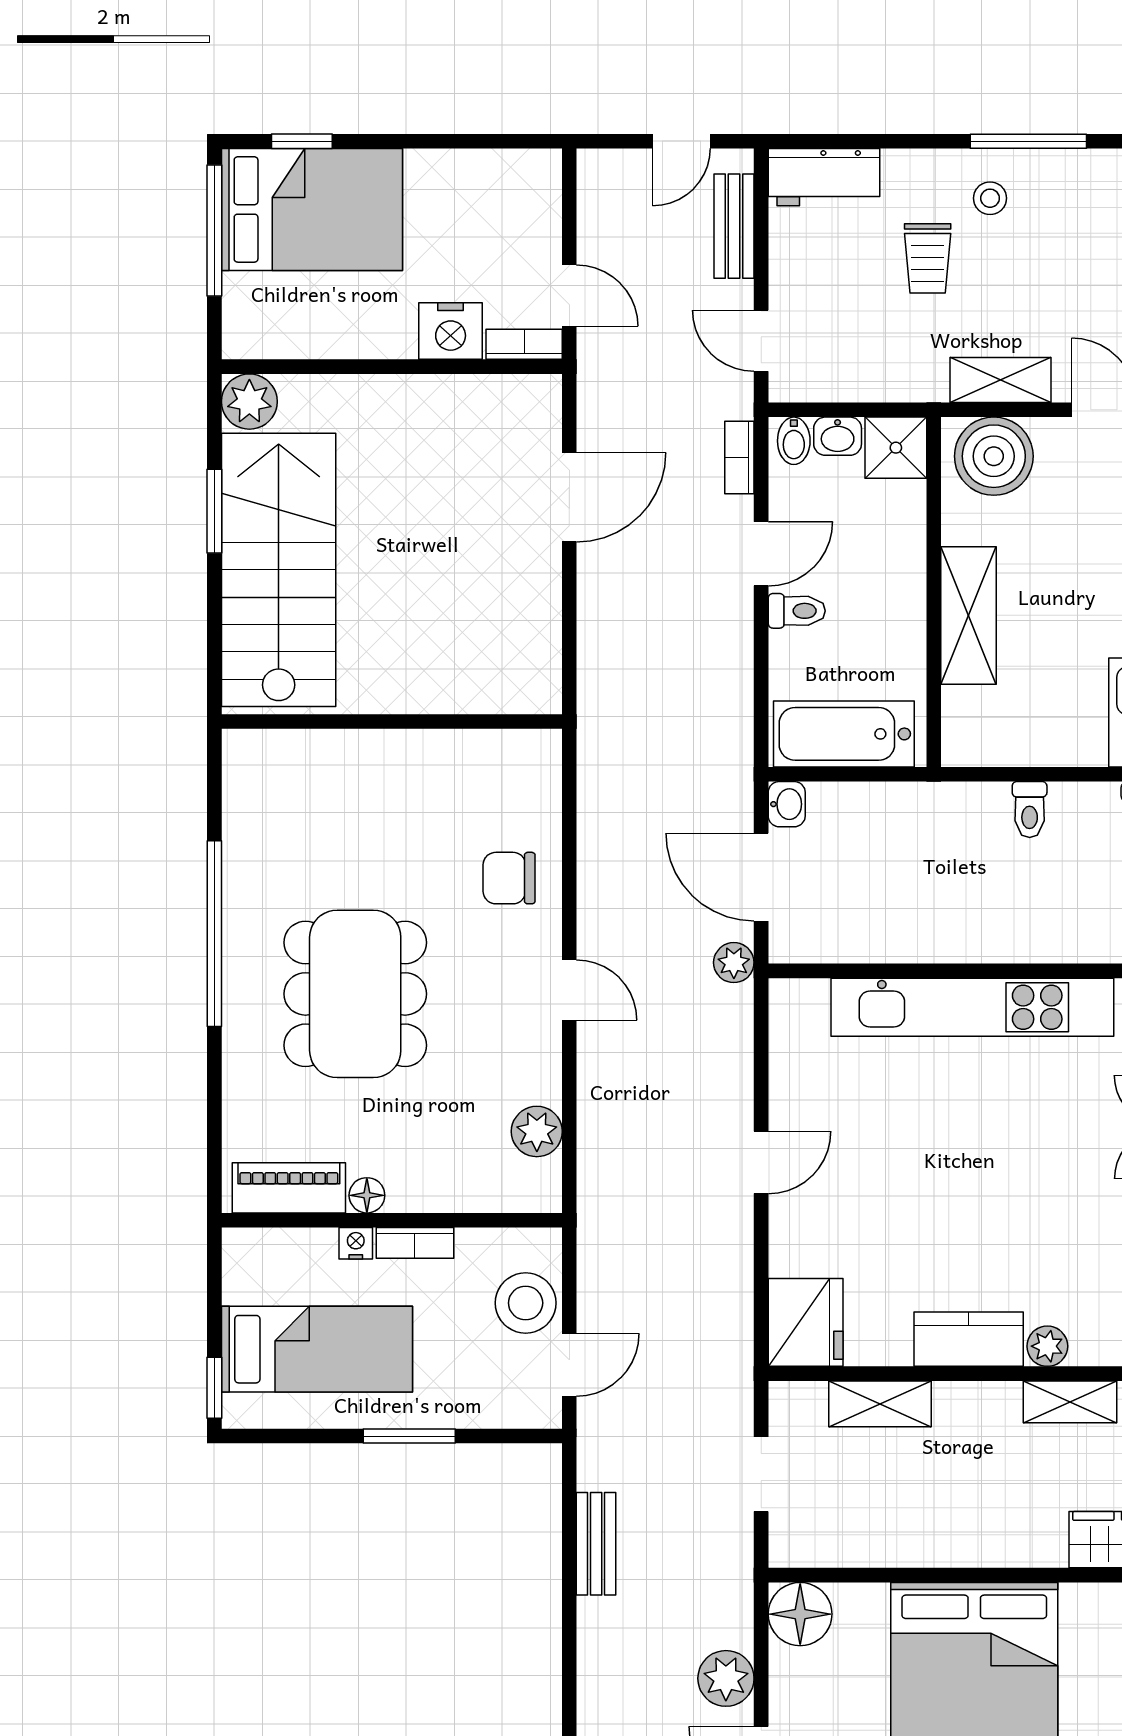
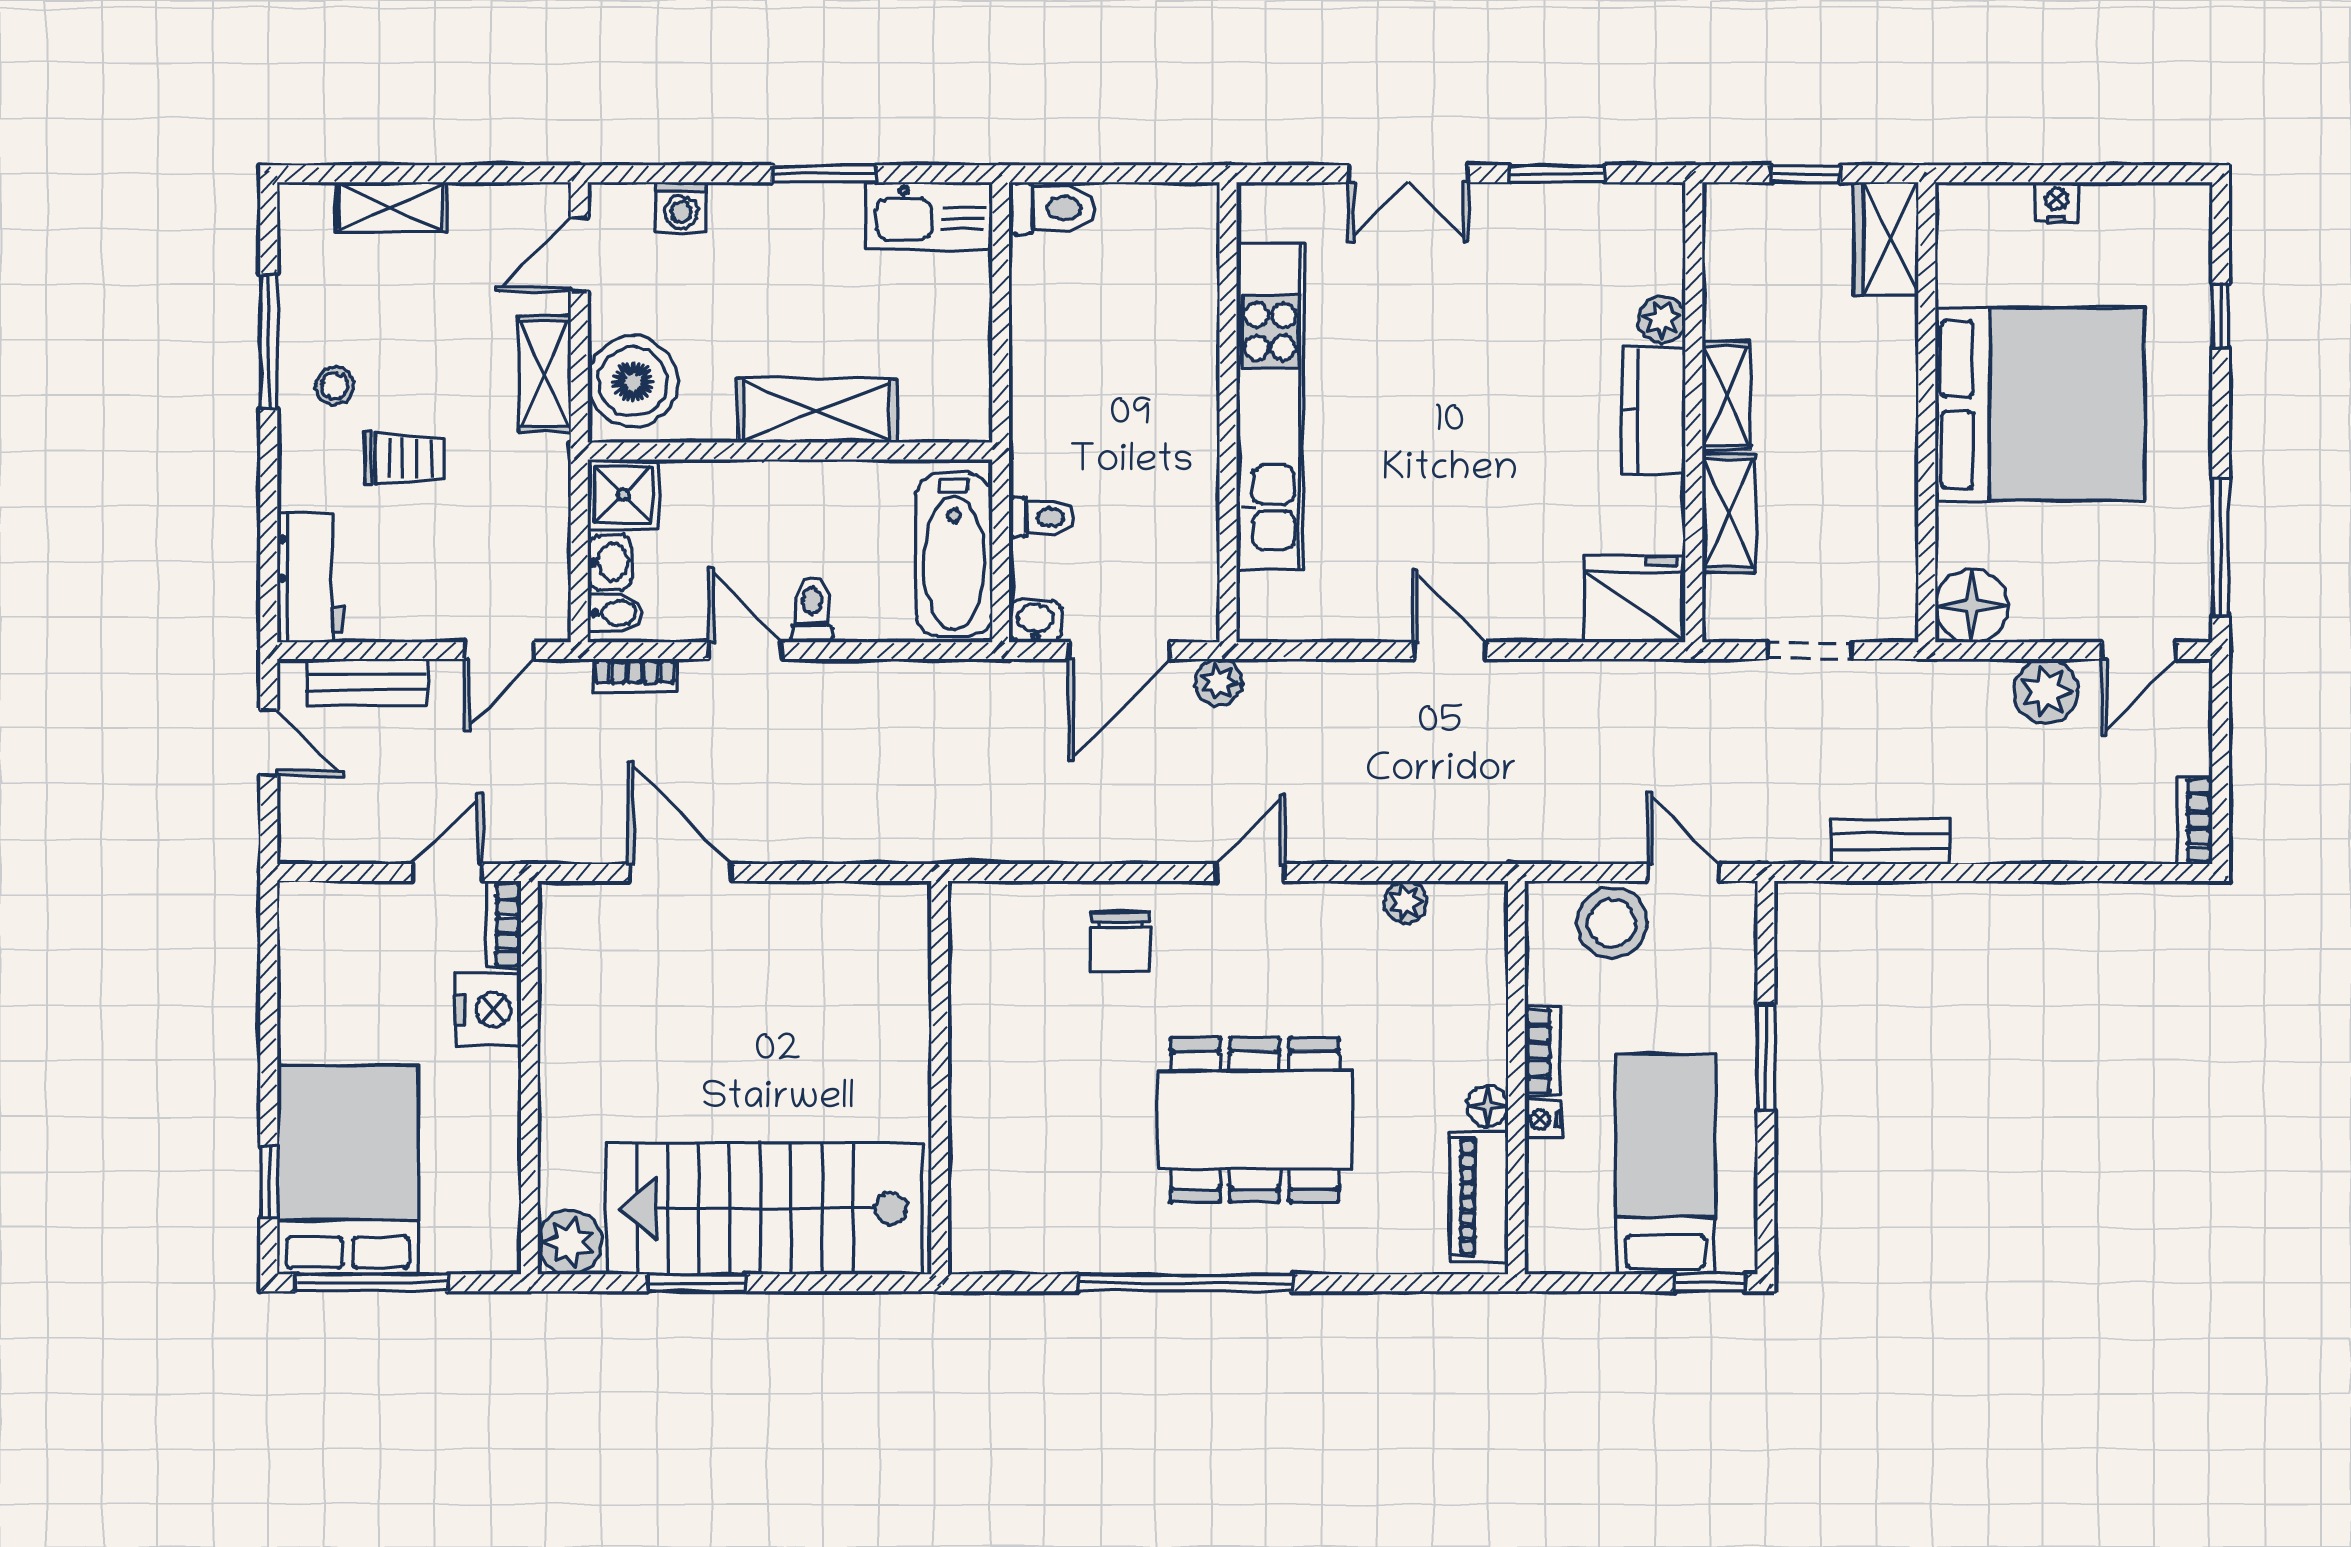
toilet: (1030, 810) -> (1041, 517), moved
plant: (537, 1131) -> (1406, 902), width x0.73, depth x0.73
shelving: (1070, 1402) -> (1726, 396), moved

